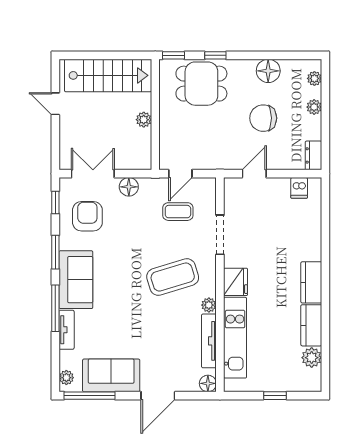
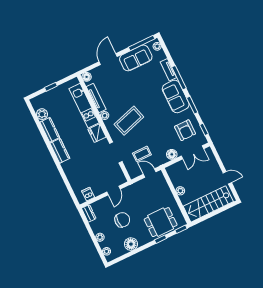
door: (180, 174) -> (150, 173), hinge flipped

